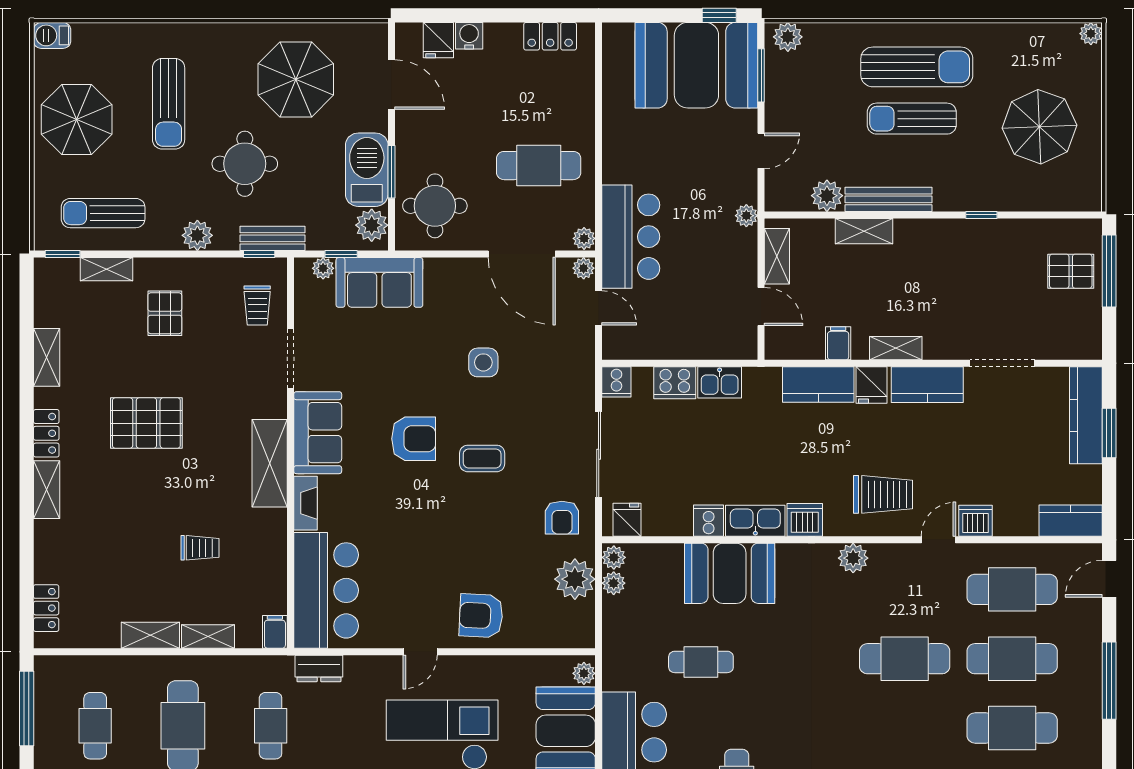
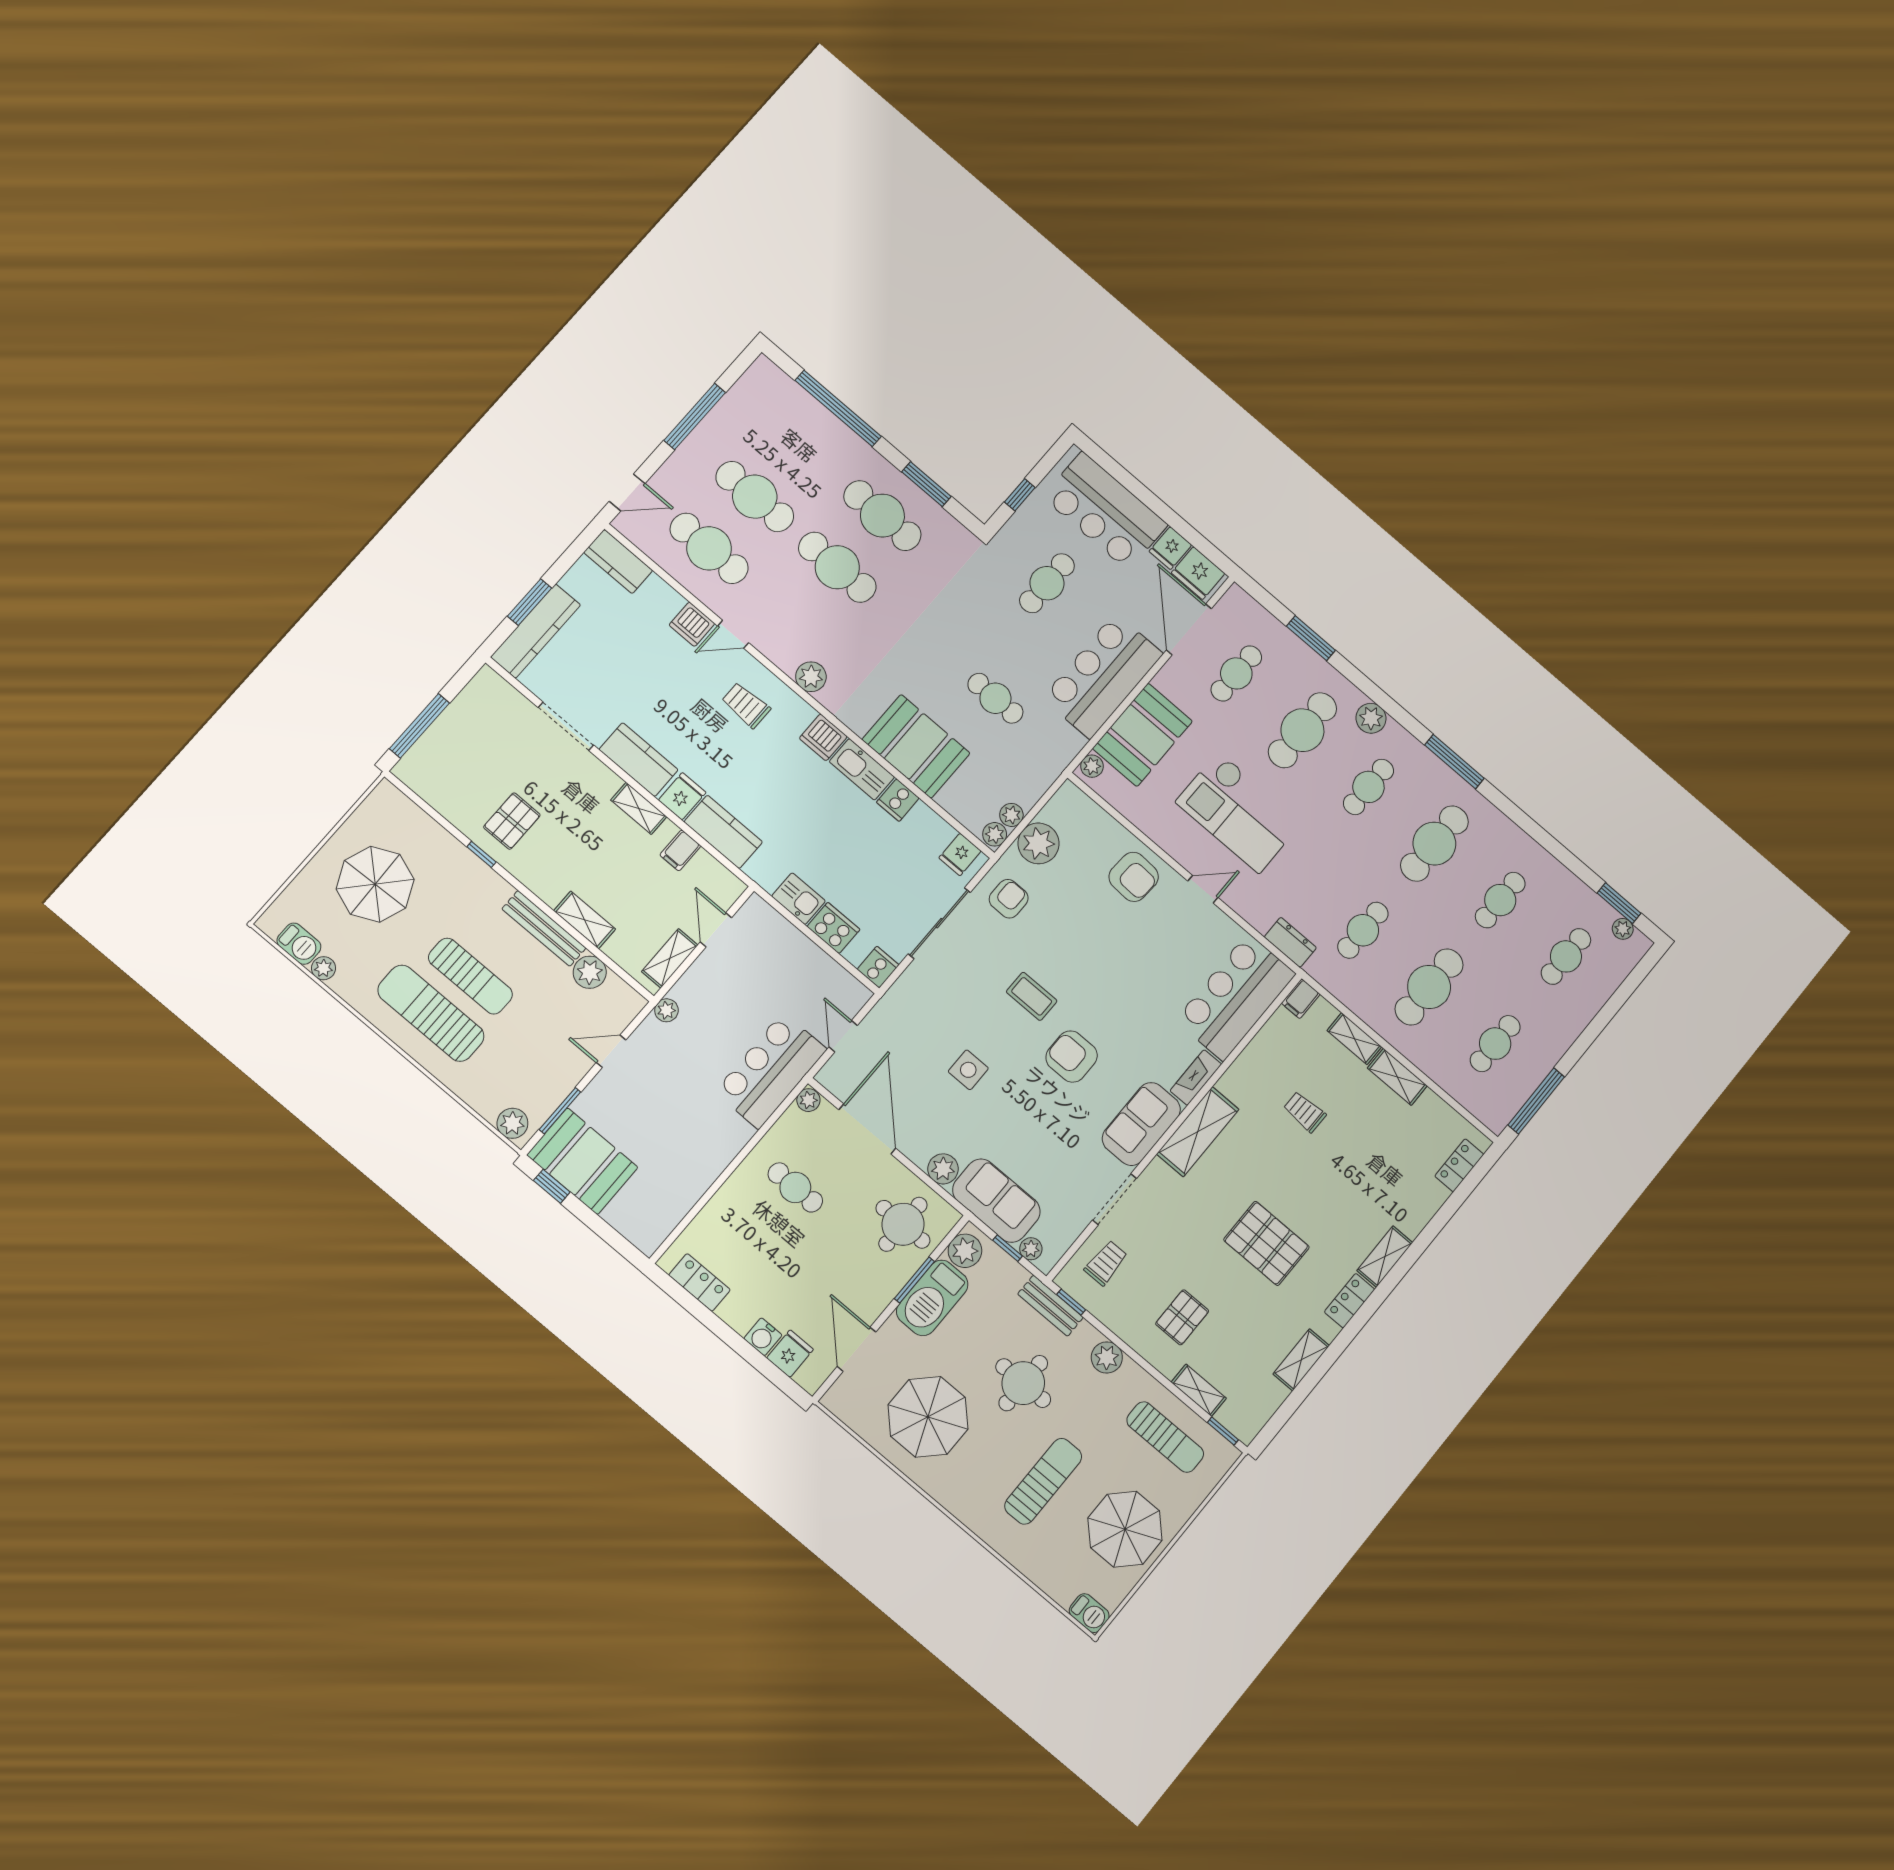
plant: (1091, 34) -> (323, 968), moved
barbecue: (1056, 36) -> (299, 944), added
booth: (696, 65) -> (582, 1161), width x0.73, depth x0.70
cafe table: (539, 166) -> (795, 1187), width x0.73, depth x0.74
plant: (584, 268) -> (943, 1169), moved, width x1.38, depth x1.38
pallet: (1071, 271) -> (512, 821), moved, turned 90
trolley: (883, 494) -> (746, 705), width x0.73, depth x0.72
cafe table: (1012, 728) -> (882, 516), moved

